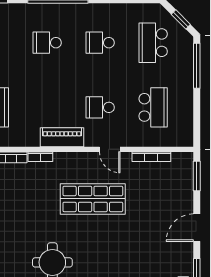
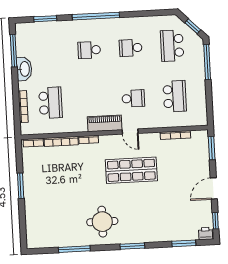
school desk: (100, 107) -> (133, 98), turned 180
door: (110, 149) -> (130, 132), moved

